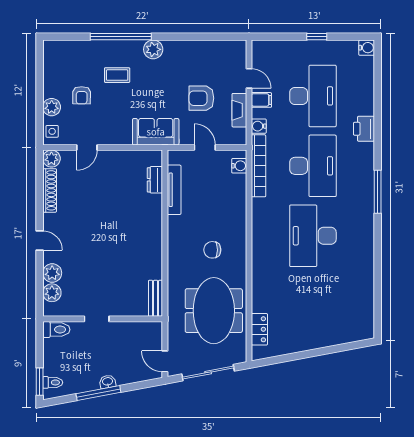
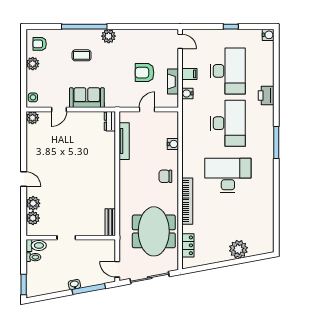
door: (249, 78) -> (180, 41), moved
armchair: (82, 95) -> (40, 44), moved, turned 89
plant: (52, 107) -> (33, 64), moved
sofa: (156, 132) -> (87, 98), moved
door: (205, 147) -> (147, 109), hinge flipped
water cooler: (239, 166) -> (173, 144), moved
bookcase: (258, 166) -> (187, 201), moved
dresser: (155, 180) -> (110, 121), moved
shoe rack: (50, 190) -> (31, 142), removed
desk: (313, 236) -> (228, 175), turned 90
chair: (212, 250) -> (165, 176), moved
plant: (327, 334) -> (238, 249), added
toilet: (53, 382) -> (33, 257), moved
window: (98, 393) -> (89, 289), moved

